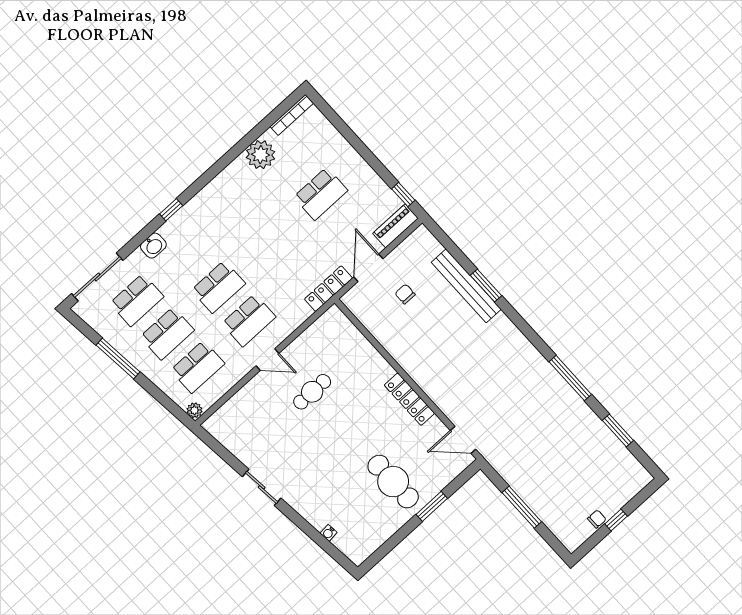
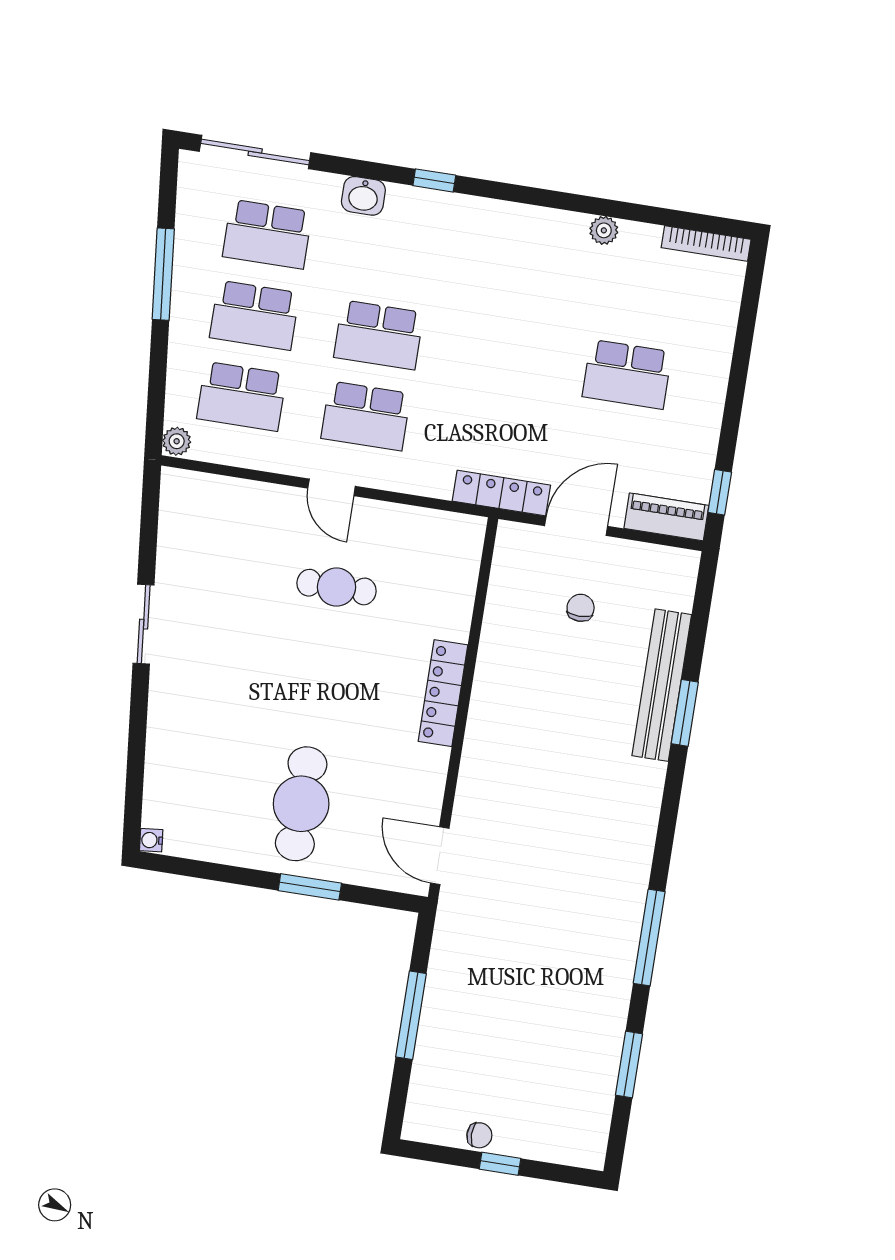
plant: (261, 155) -> (604, 230), width x0.53, depth x0.53
locker: (409, 399) -> (443, 693), moved
water cooler: (329, 533) -> (151, 840), moved

